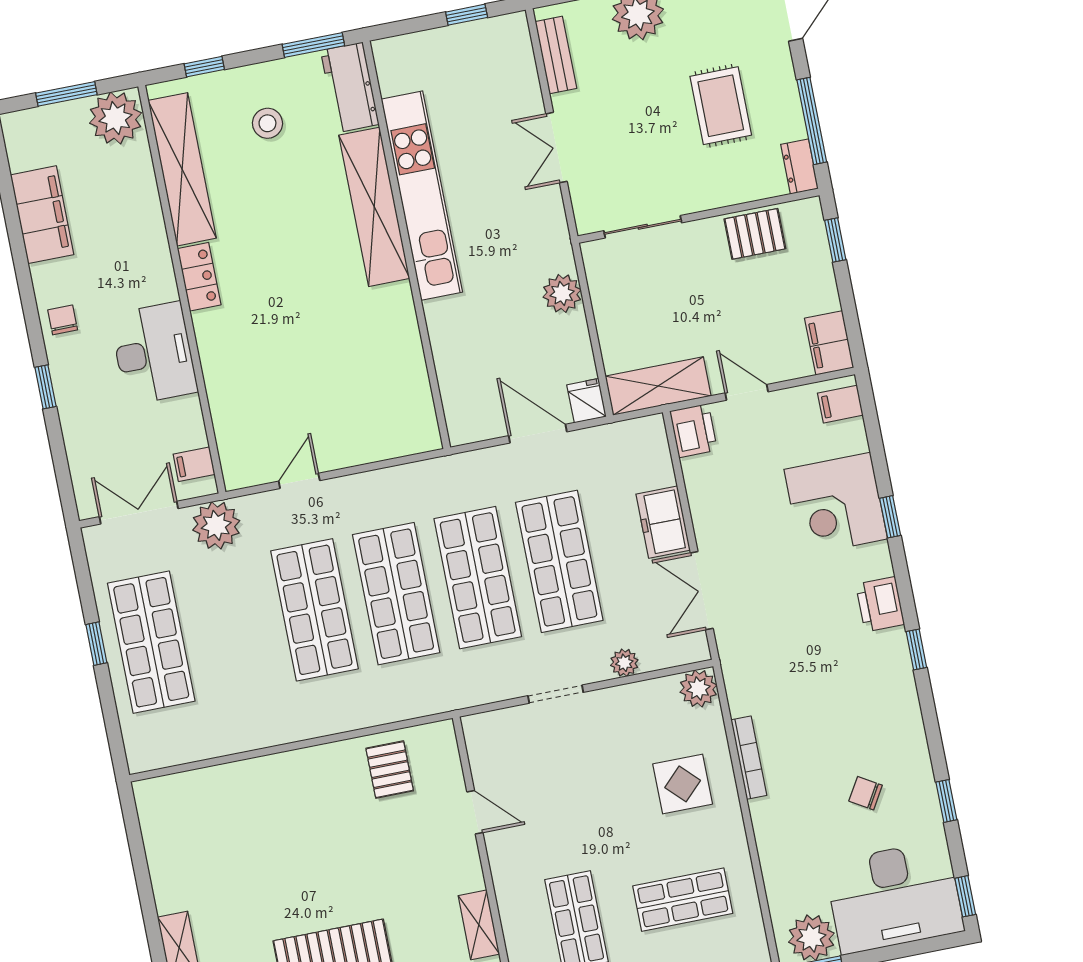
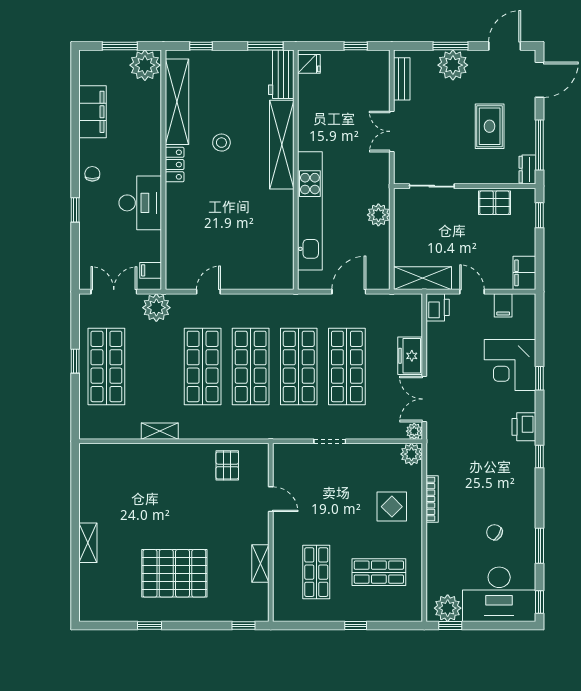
stool: (267, 123) -> (221, 143), moved
kitchen unit: (422, 196) -> (310, 211), moved
fridge: (587, 401) -> (309, 64), moved, turned 90
filing cabinet: (840, 404) -> (503, 305), moved, turned -90
door: (538, 434) -> (349, 292), hinge flipped
plant: (624, 663) -> (414, 431), moved
shelving: (264, 734) -> (160, 431), added
window: (946, 801) -> (539, 546), width x1.50

